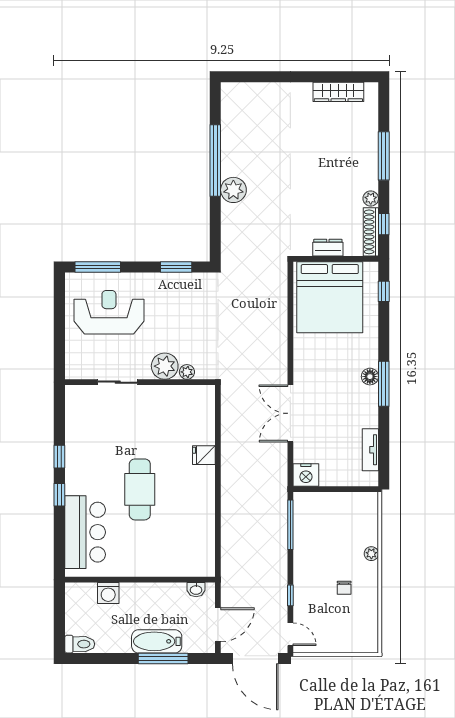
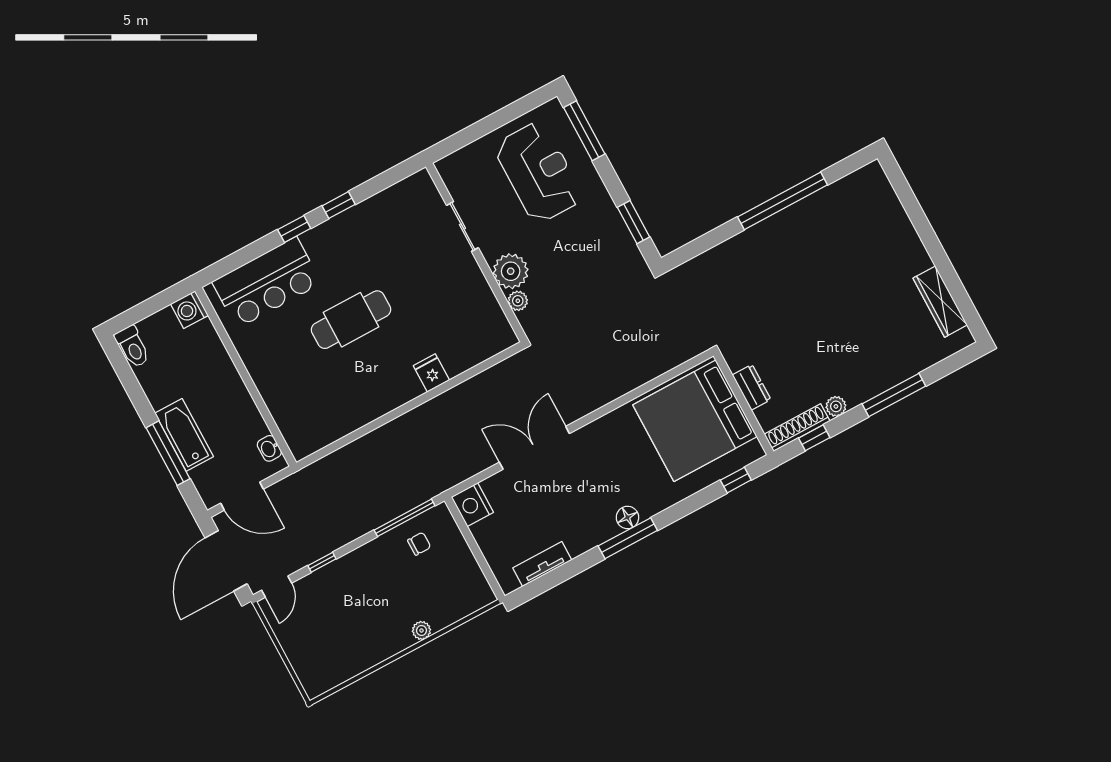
plant: (233, 190) -> (760, 241), removed
chair: (344, 588) -> (419, 544), moved, turned 180
washing machine: (108, 593) -> (189, 310), moved

